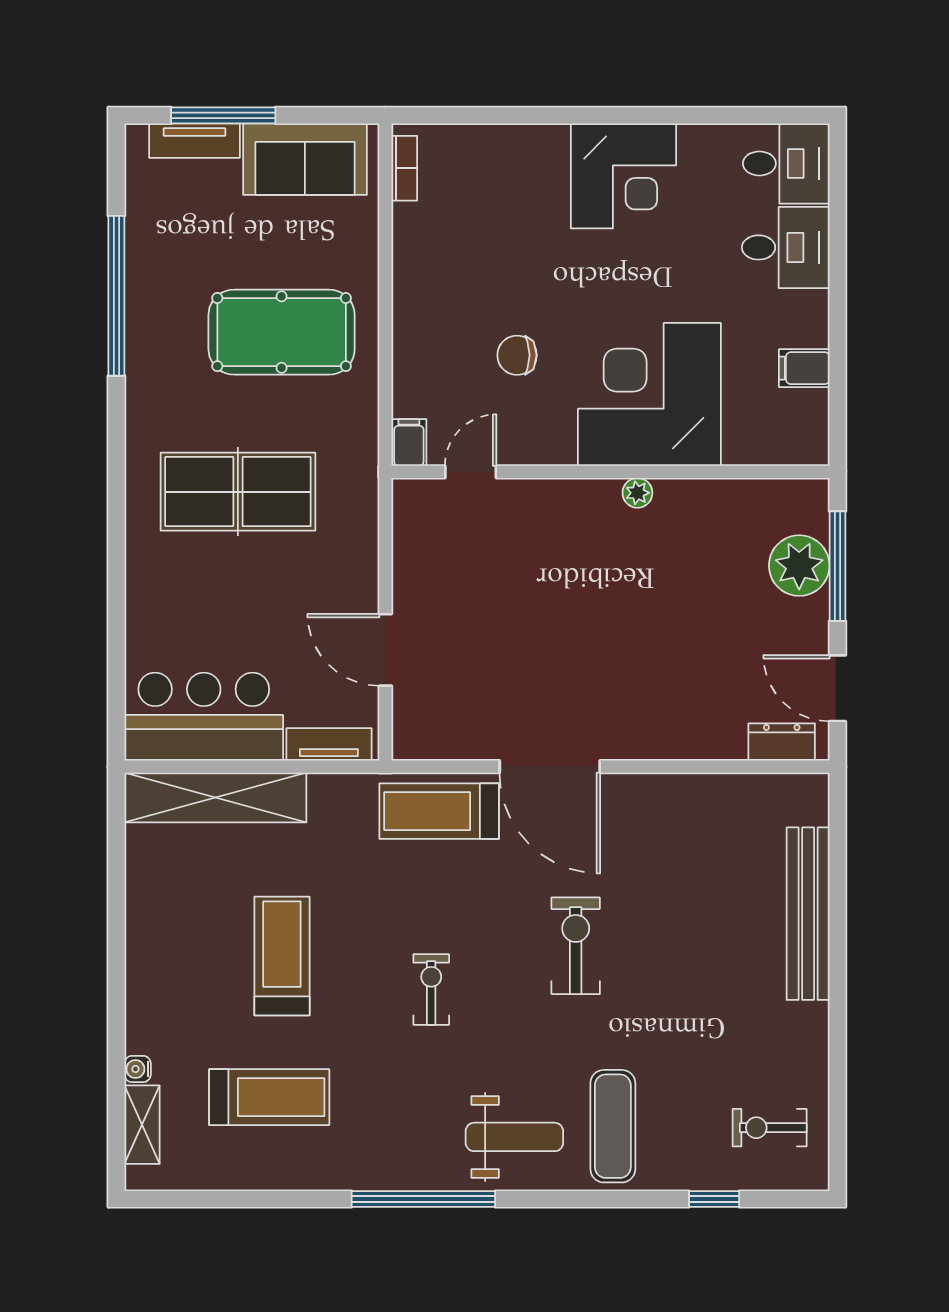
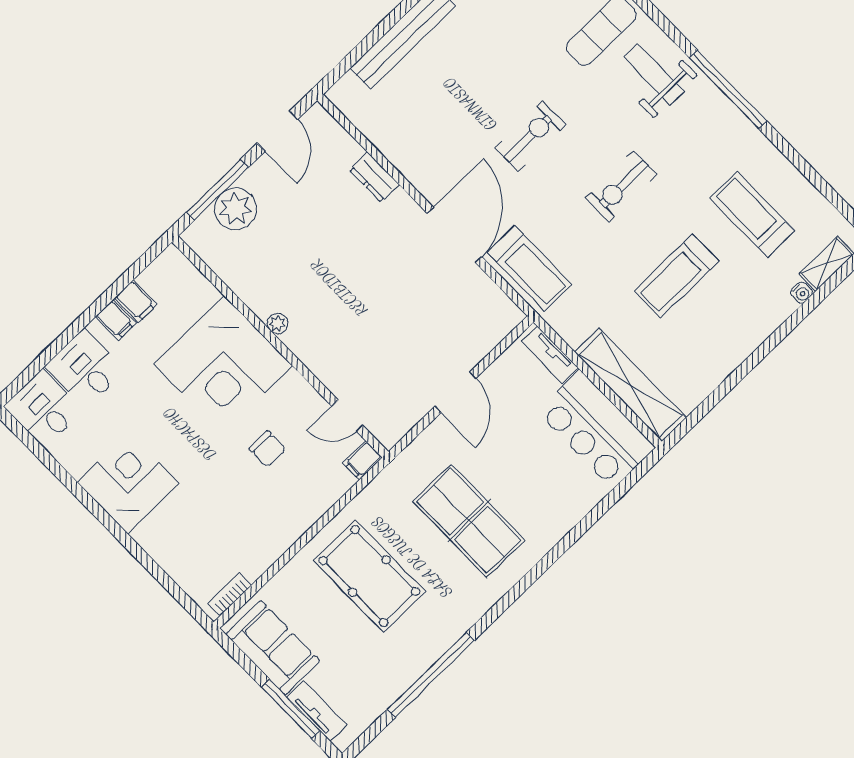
filing cabinet: (805, 328) -> (115, 320), added
door: (385, 650) -> (455, 392), moved
dresser: (782, 742) -> (374, 177), moved
exercise bike: (576, 946) -> (530, 136), turned 180
exercise bike: (431, 990) -> (621, 186), width x1.38, depth x1.39

